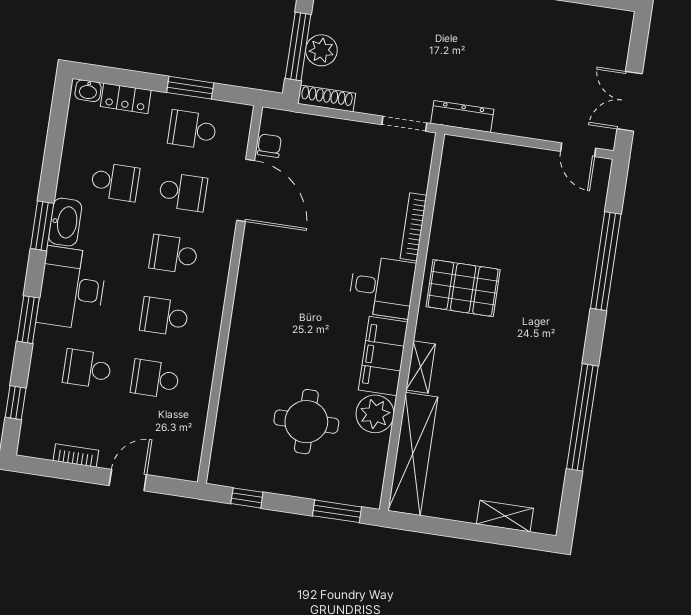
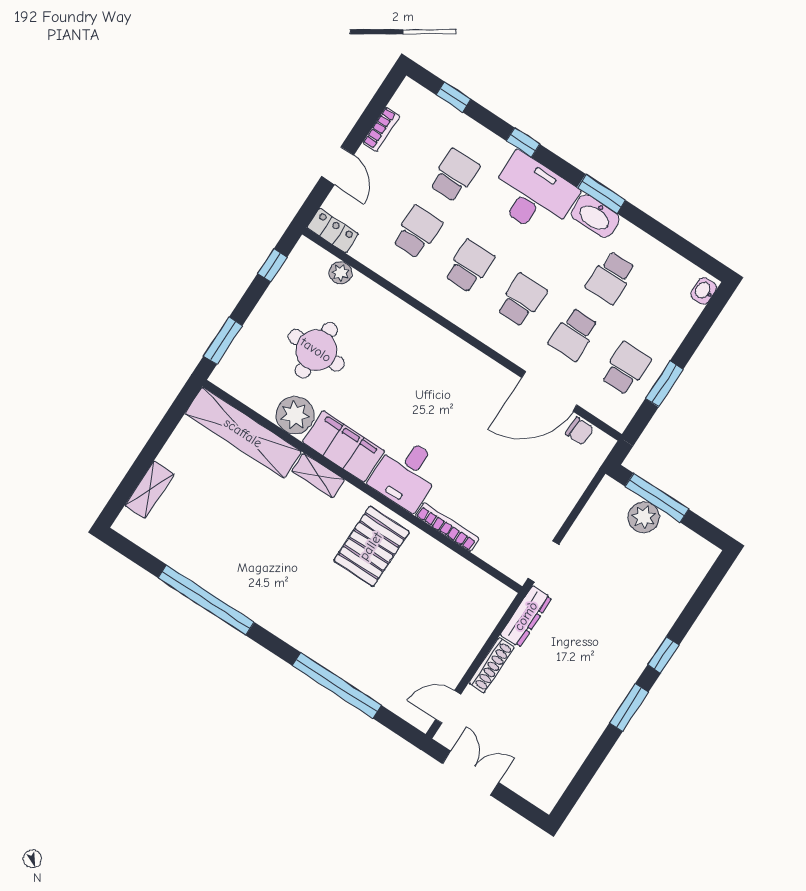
locker: (126, 98) -> (333, 231), moved, turned 90
shoe rack: (327, 98) -> (491, 665), moved
window: (28, 320) -> (523, 142), width x0.67
plant: (225, 432) -> (341, 273), added

